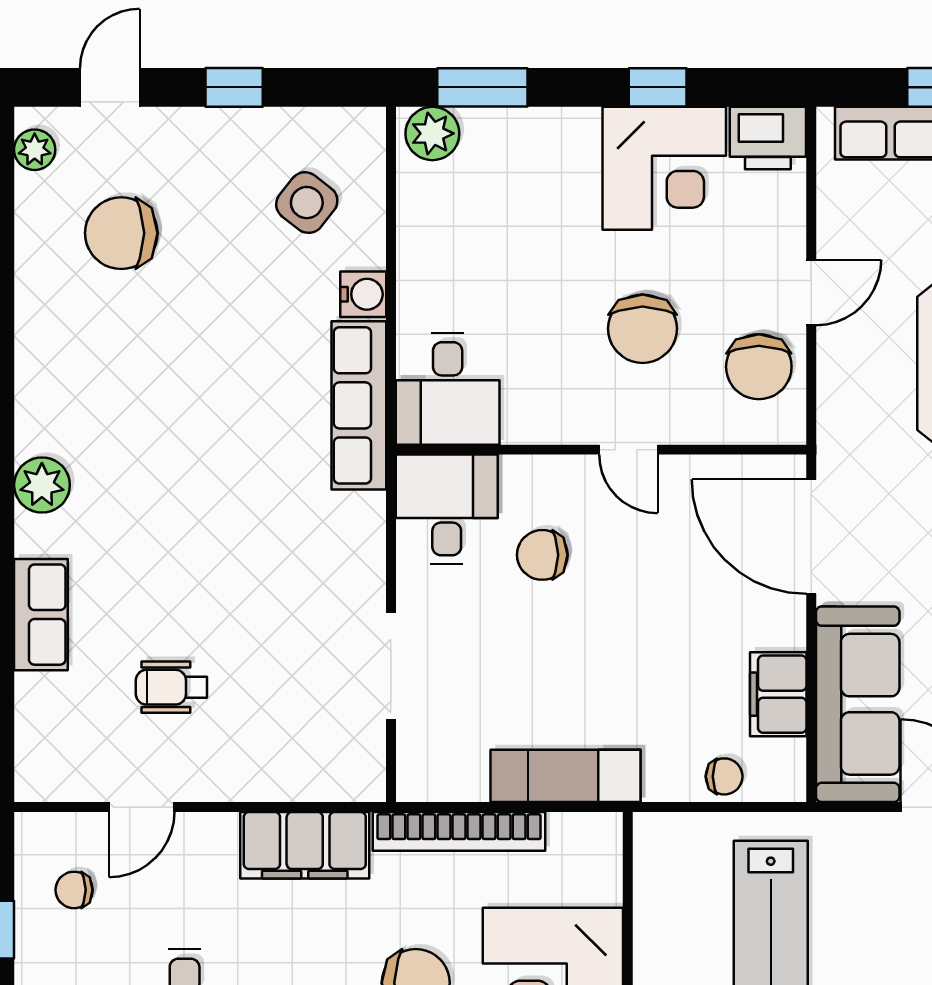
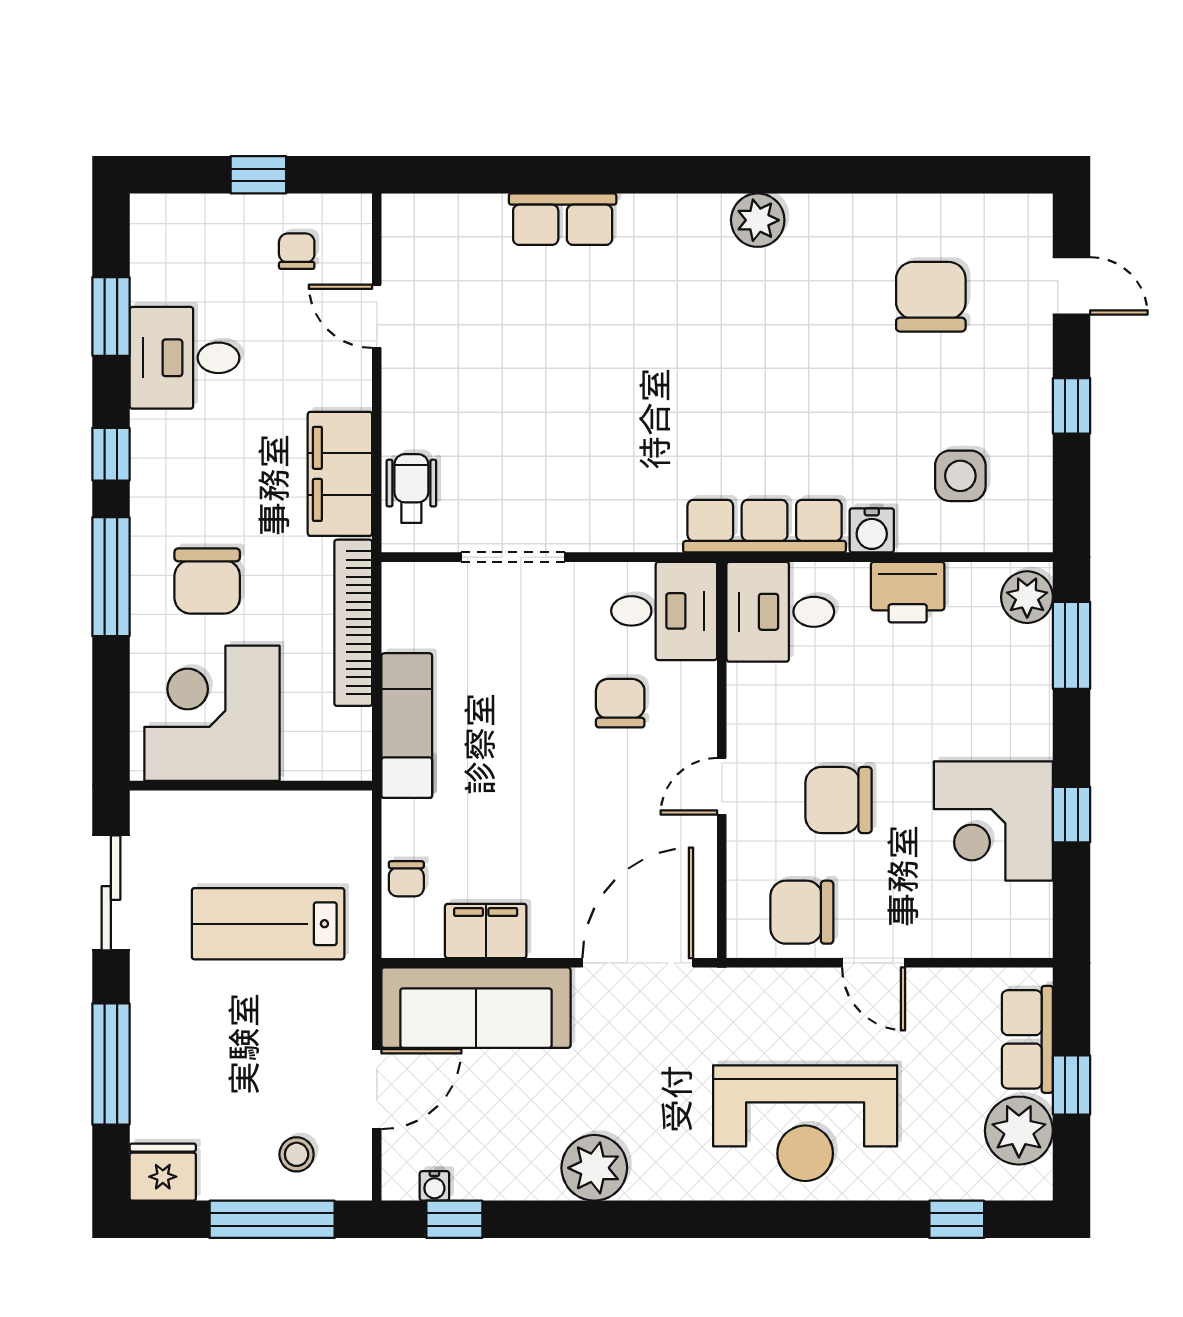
printer: (768, 138) -> (908, 592), moved, turned -90
plant: (35, 150) -> (1011, 213), removed
side table: (307, 203) -> (960, 476), turned -38
plant: (42, 485) -> (758, 220), moved
wheelchair: (172, 687) -> (411, 489), moved

